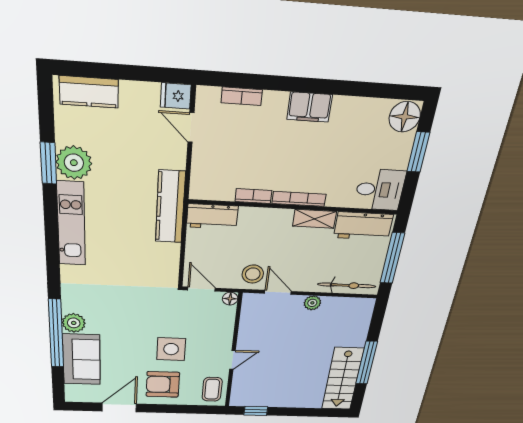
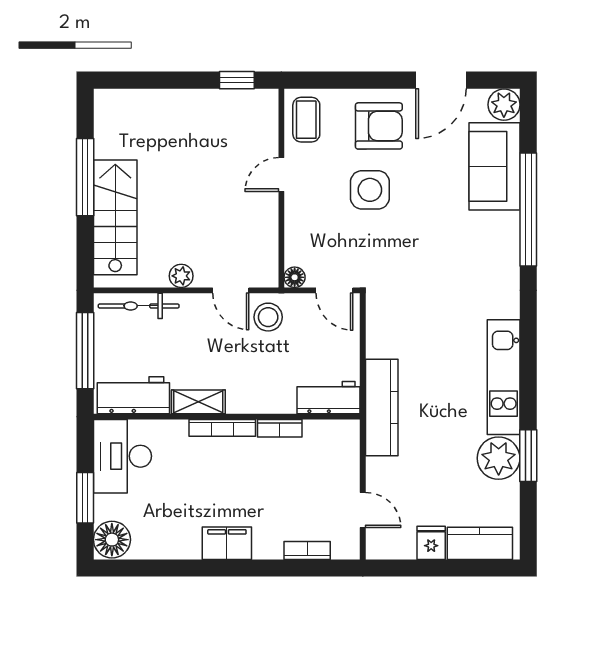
fridge: (176, 96) -> (431, 543), moved, turned -90
desk: (380, 190) -> (122, 456), width x1.37
plant: (74, 323) -> (504, 105), moved
stairs: (343, 379) -> (115, 217), moved

